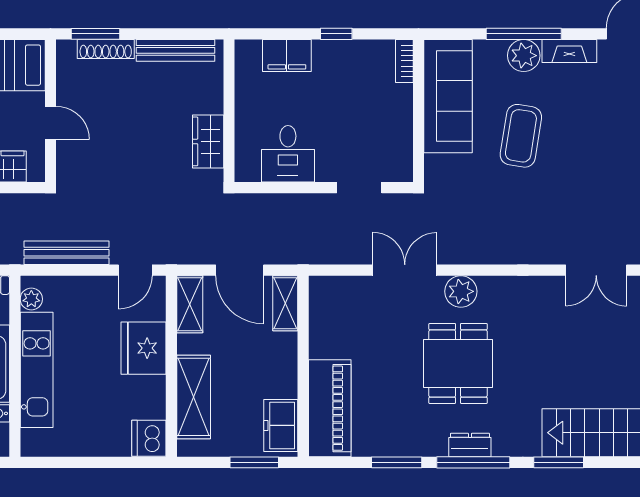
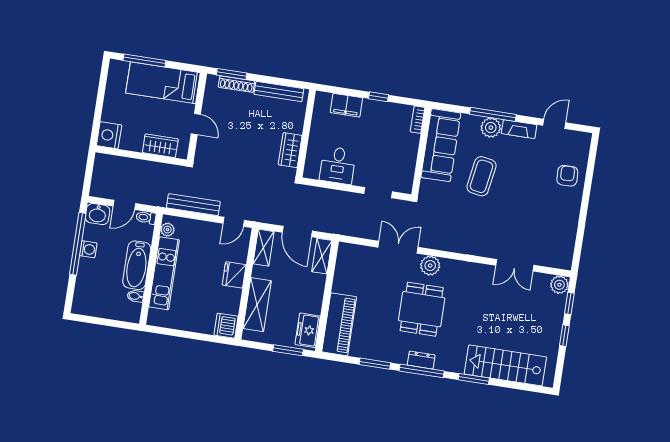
fridge: (144, 348) -> (234, 275), width x0.73, depth x0.75

